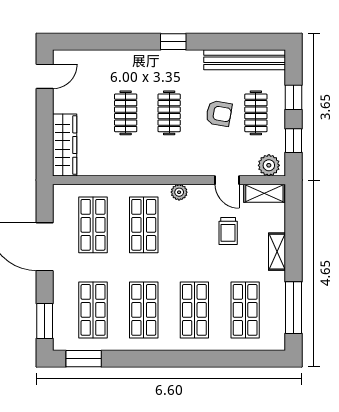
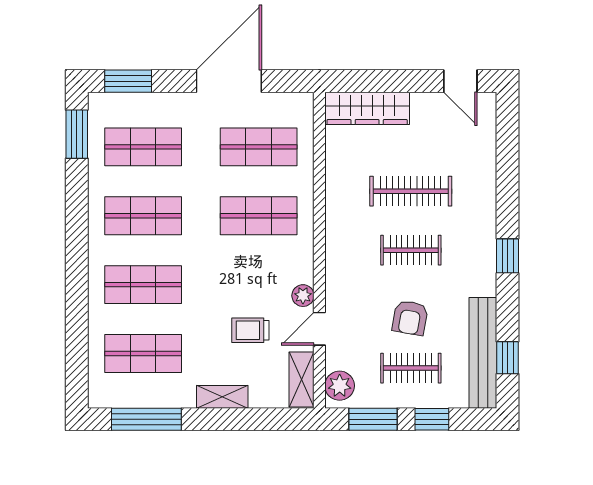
window: (248, 42) -> (508, 358), added
clothes rail: (126, 113) -> (411, 191), width x1.36
window: (294, 141) -> (373, 419), width x1.50
plant: (179, 192) -> (303, 296), moved

